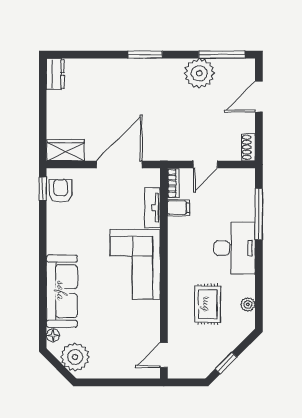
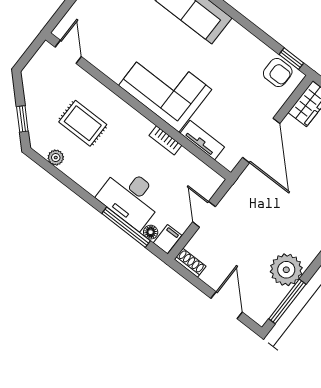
bookcase: (173, 183) -> (165, 140), moved
floor lamp: (249, 193) -> (151, 232), added
filing cabinet: (178, 208) -> (167, 239), moved, turned 180
desk: (235, 248) -> (131, 197), moved
window: (226, 363) -> (22, 119), moved

